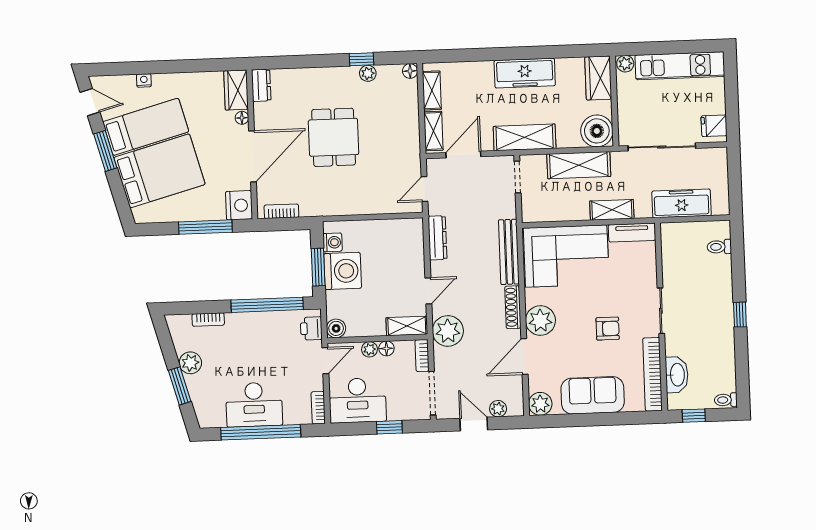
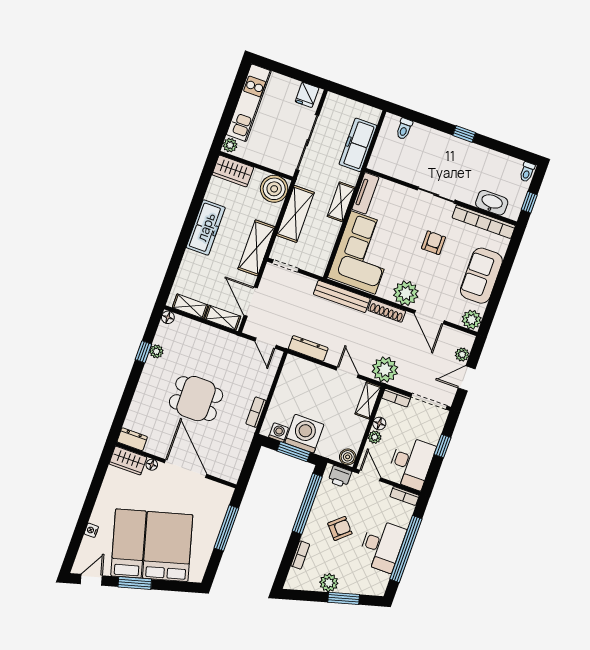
nightstand: (239, 205) -> (220, 495), removed
bookcase: (281, 211) -> (256, 412), moved
armchair: (255, 351) -> (340, 528), added

